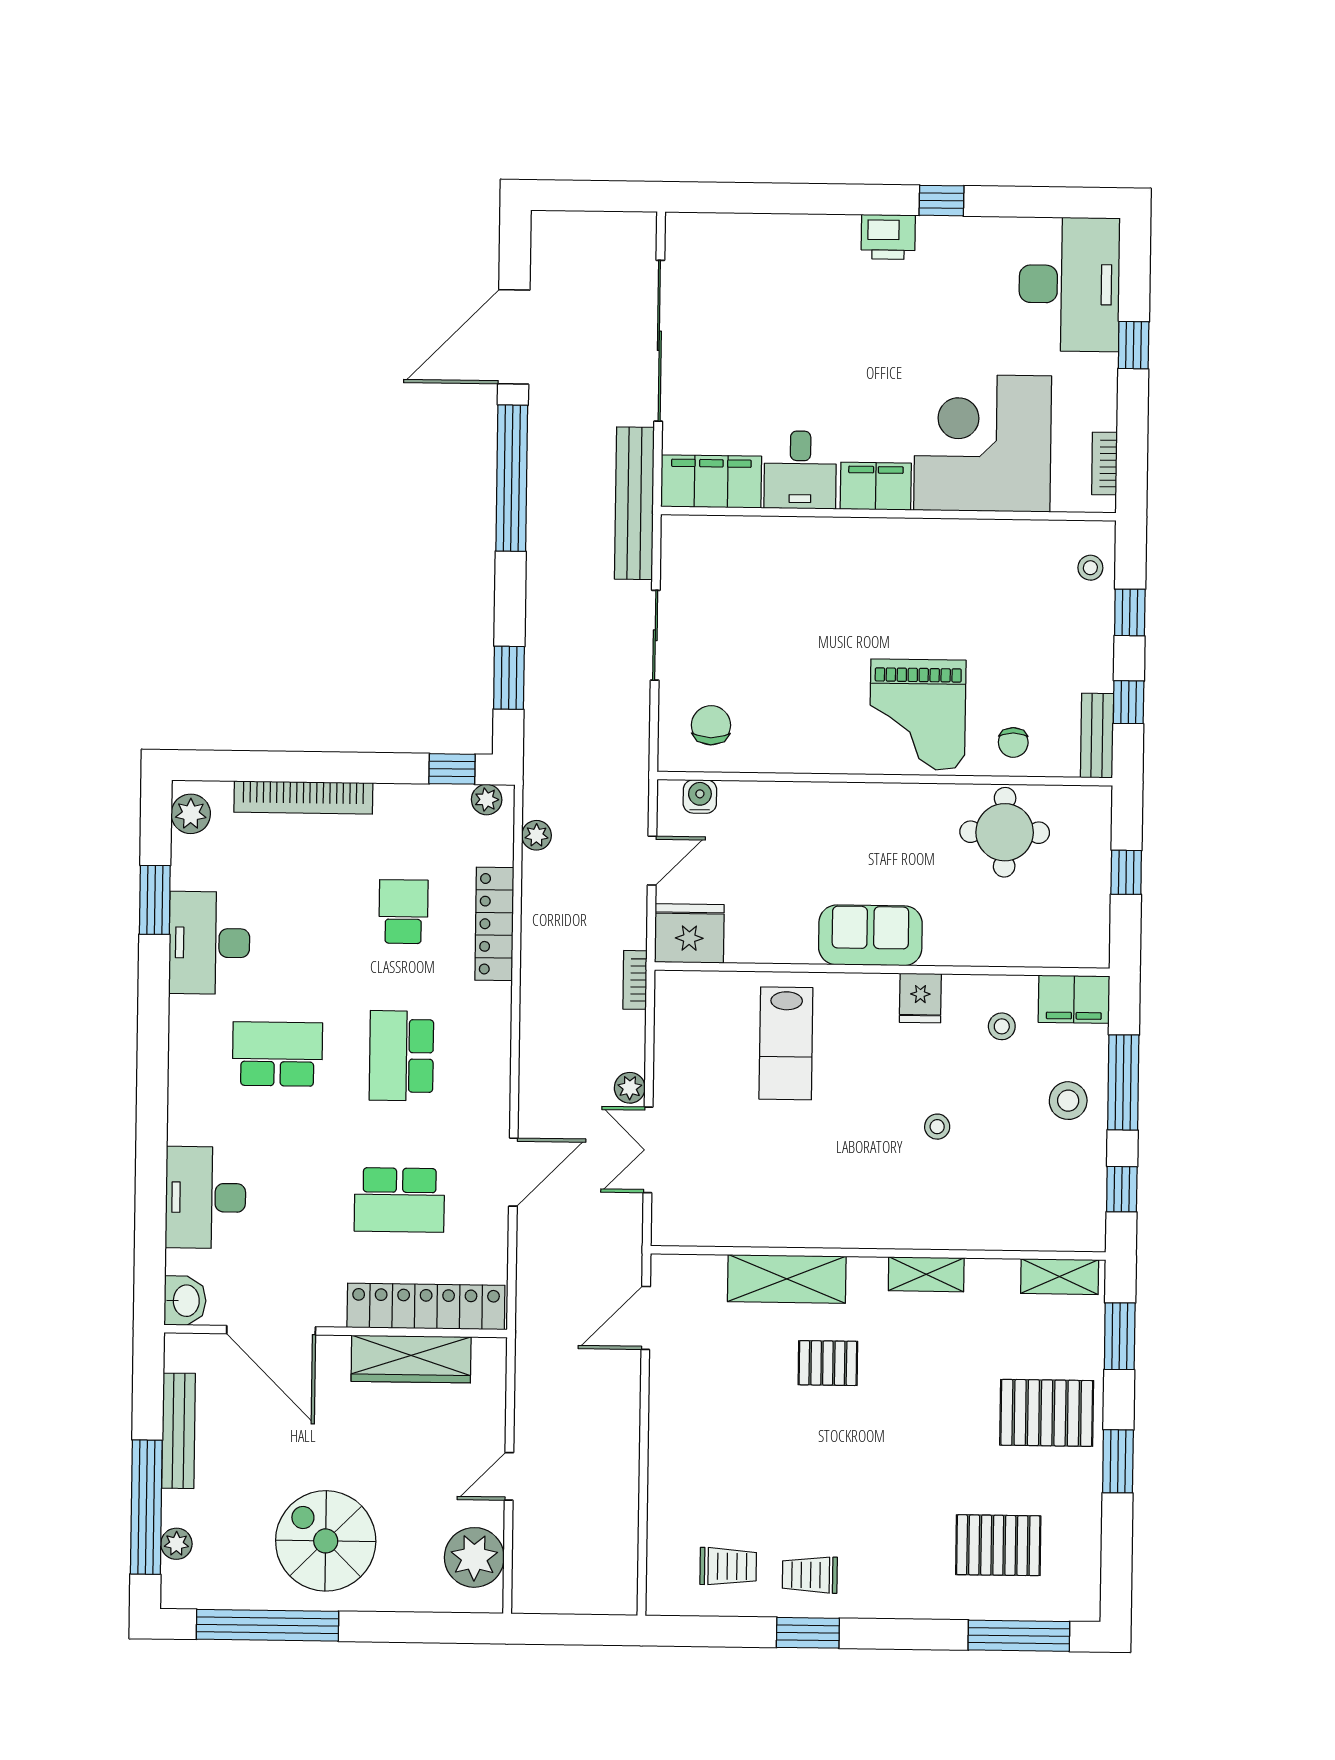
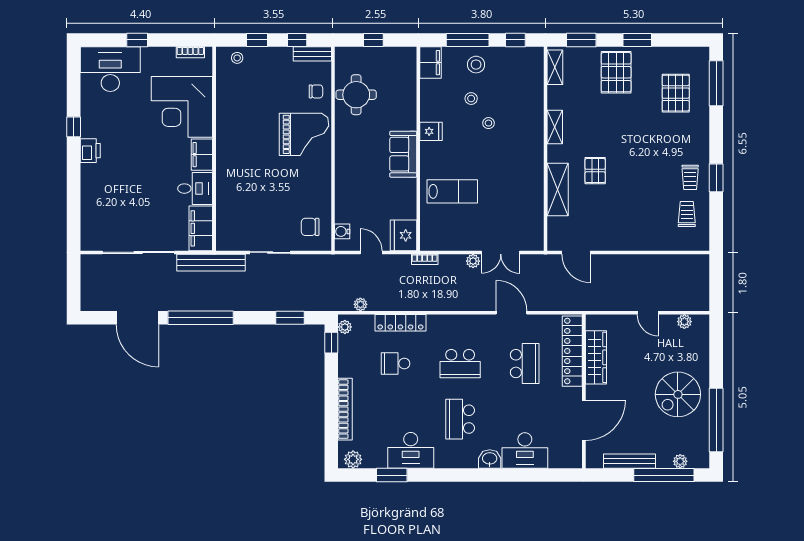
stool: (1002, 1026) -> (471, 99), moved
washbasin: (185, 1301) -> (490, 459), moved
plant: (474, 1557) -> (684, 322), width x0.53, depth x0.53

